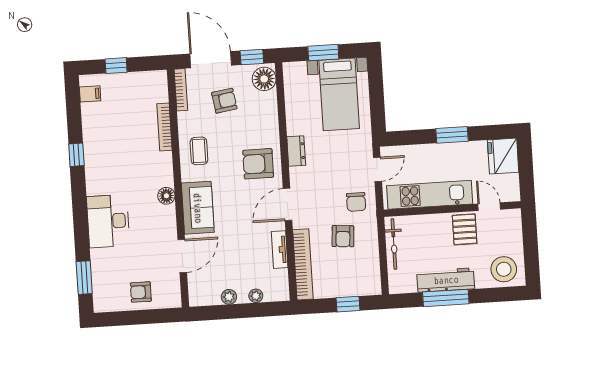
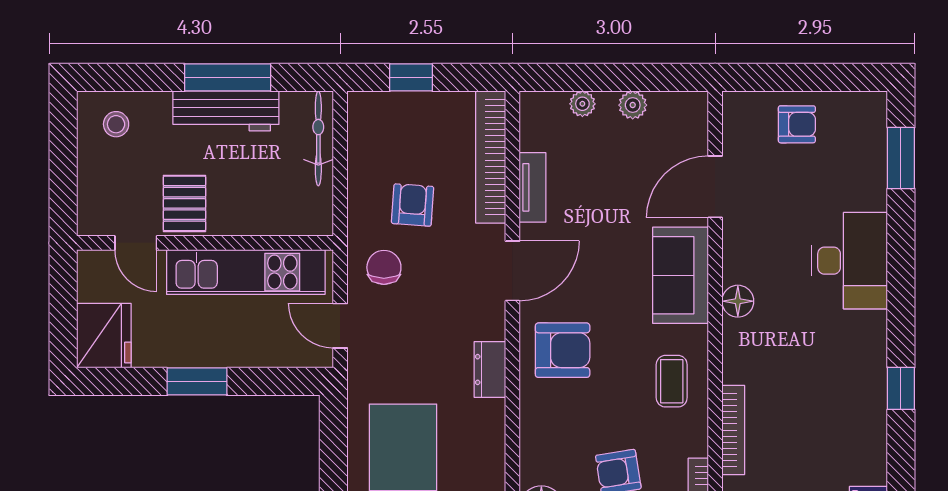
door: (378, 169) -> (340, 326), hinge flipped
bicycle: (394, 244) -> (318, 138), moved
stool: (504, 269) -> (116, 124), width x0.53, depth x0.53

